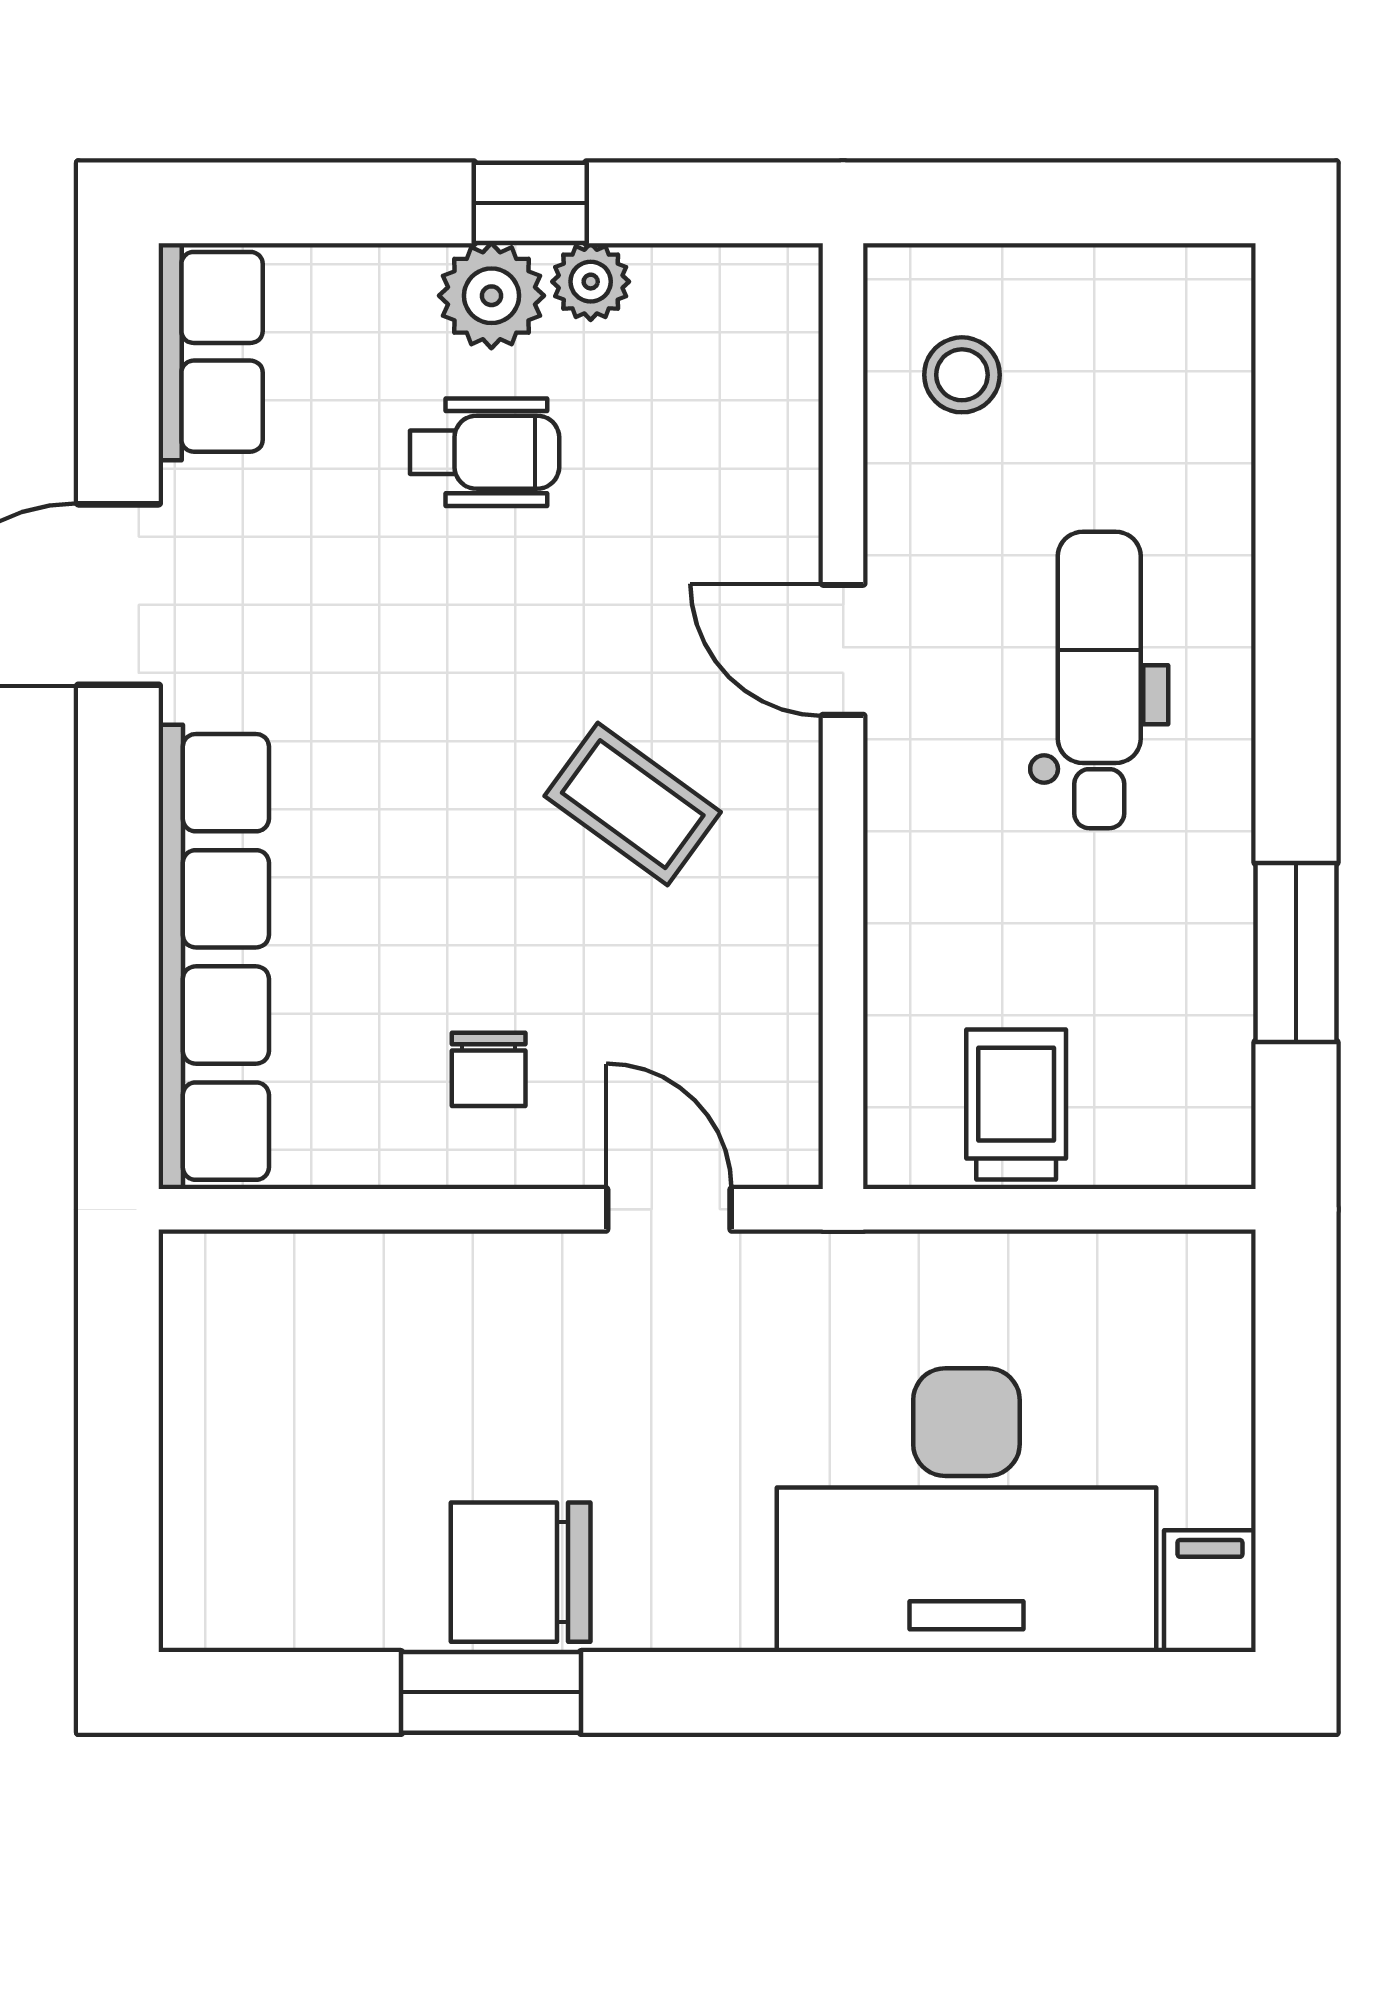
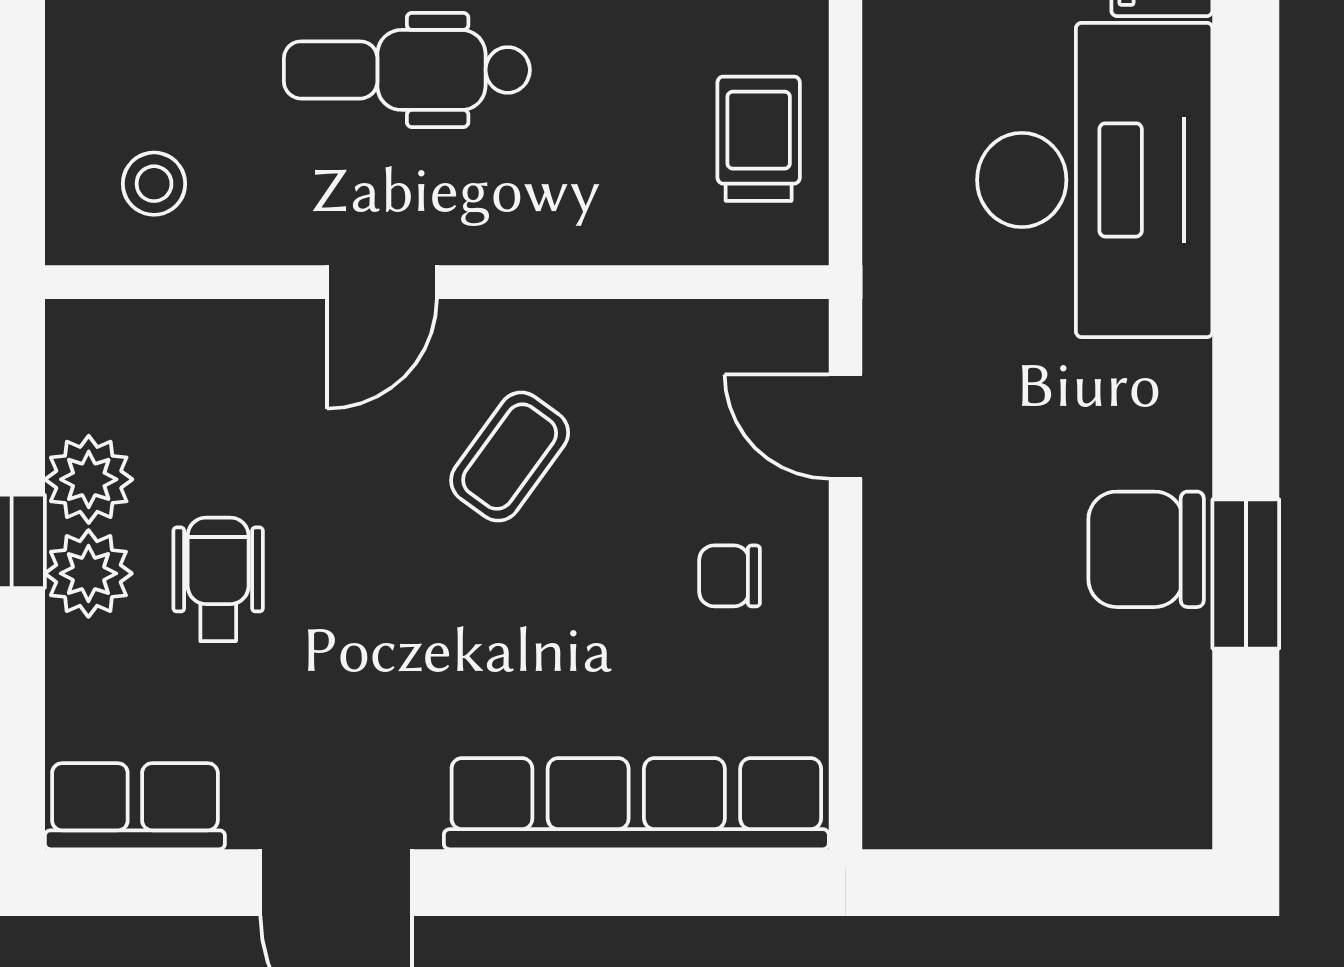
plant: (591, 282) -> (89, 479), width x1.38, depth x1.38
chair: (489, 1069) -> (730, 576), turned 180
trolley: (1016, 1105) -> (759, 139), turned 90
door: (669, 1209) -> (845, 427), hinge flipped
chair: (521, 1572) -> (1146, 549), turned 90

